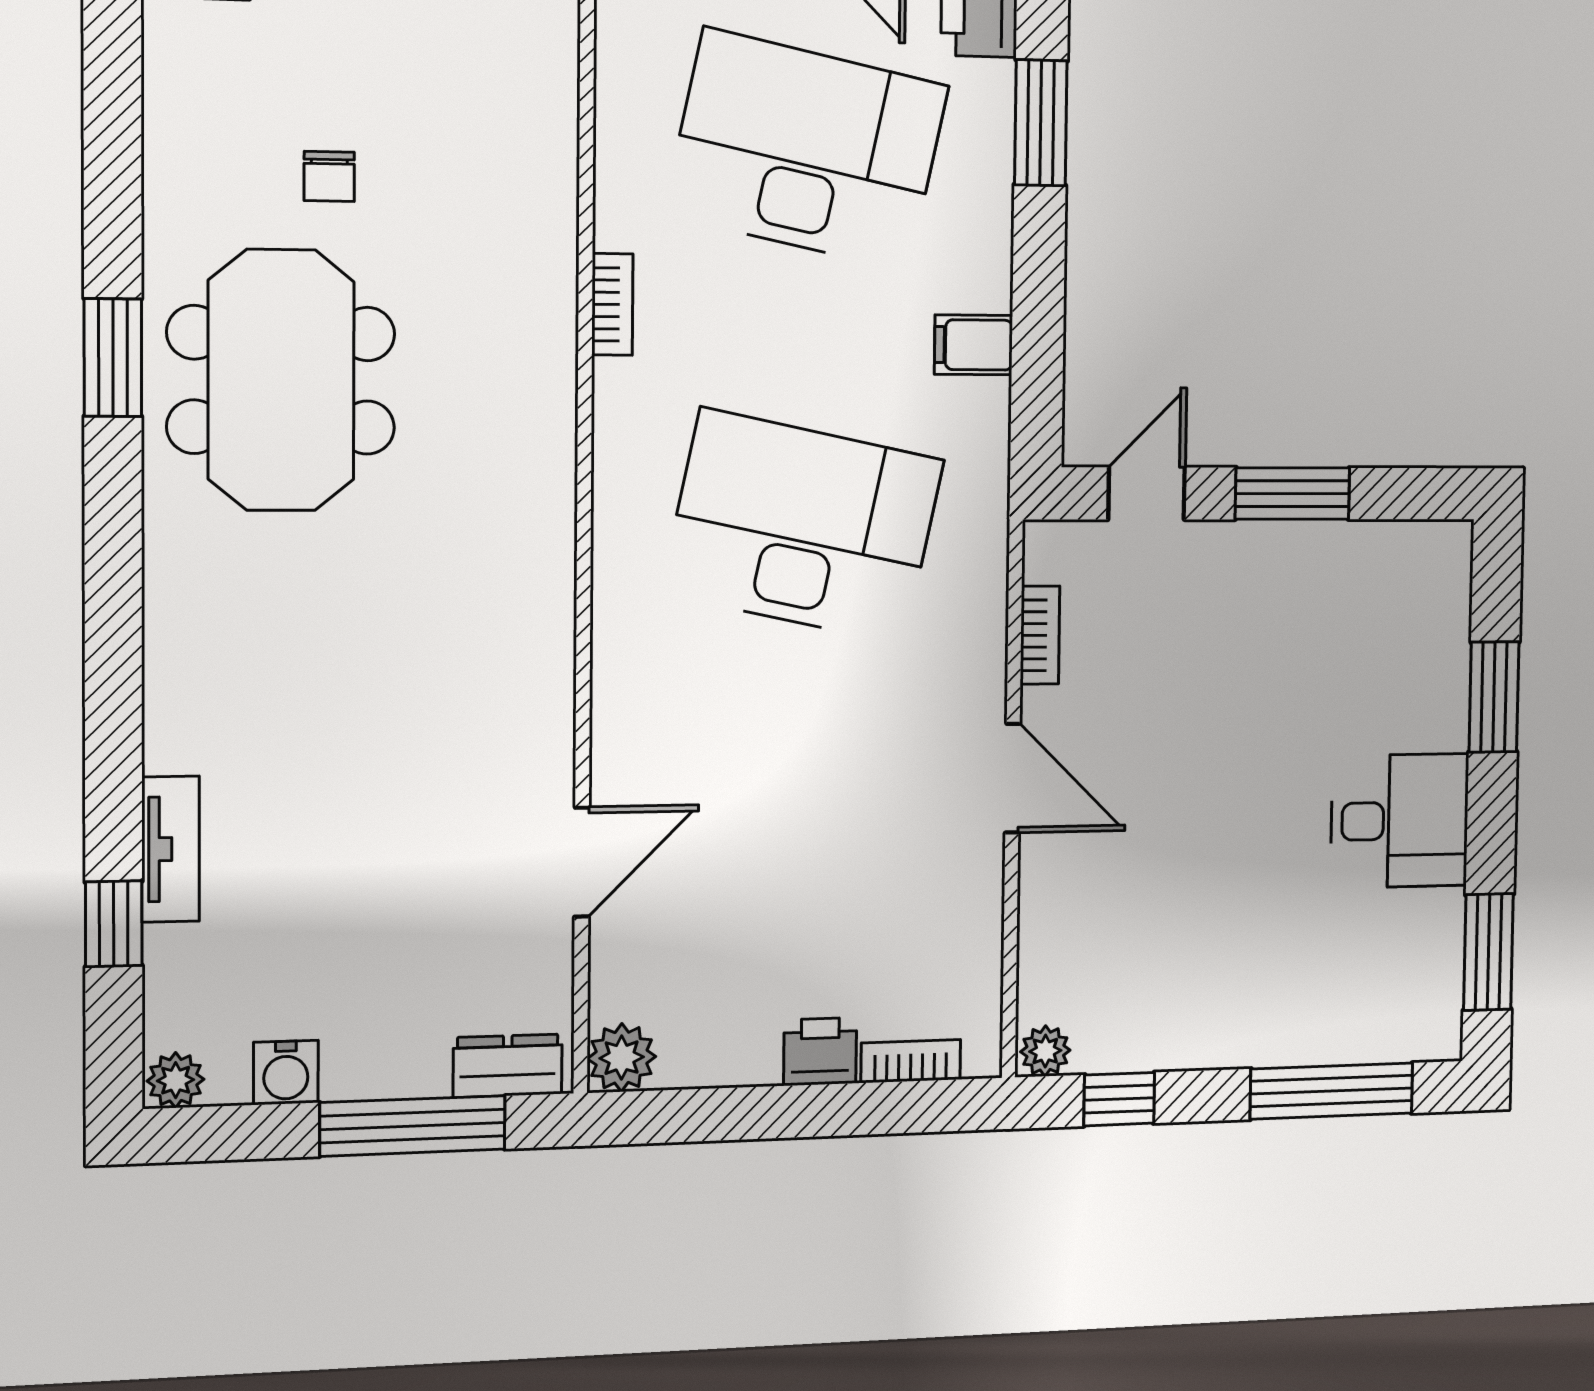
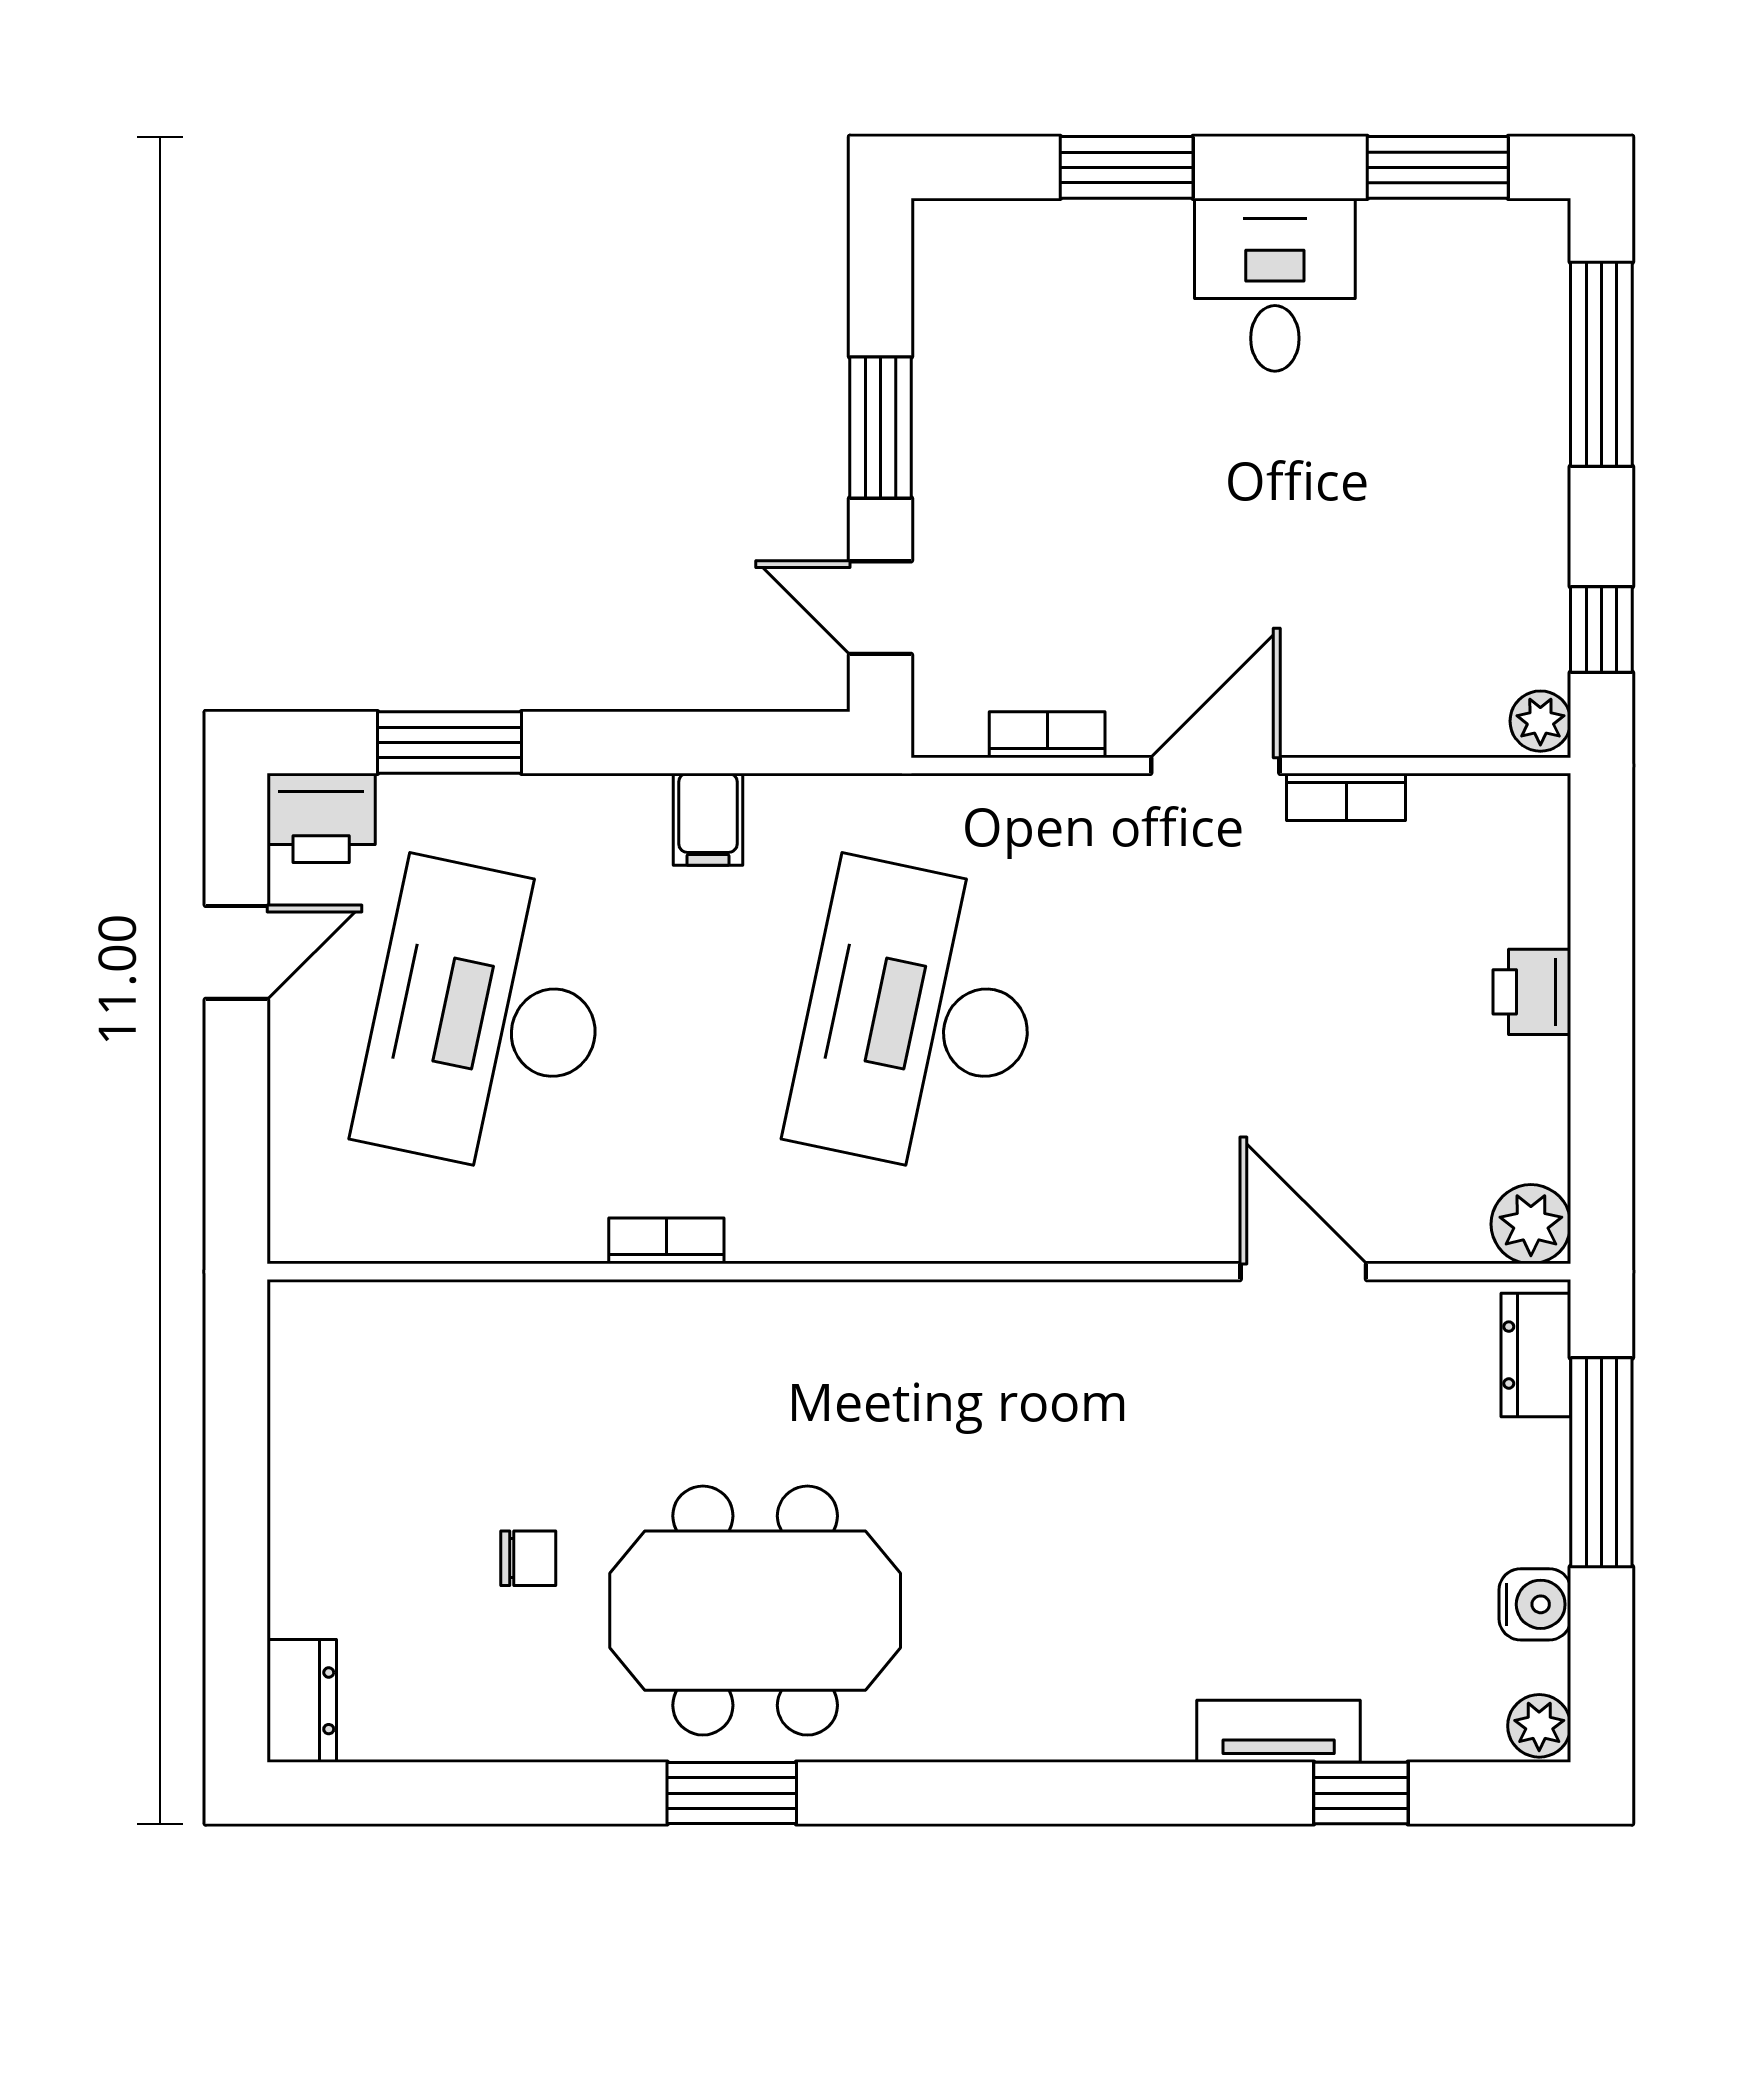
bookcase: (911, 1061) -> (1346, 797), moved, turned -90

